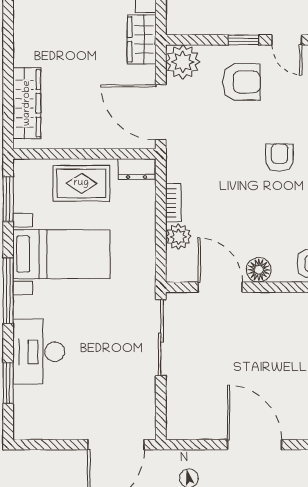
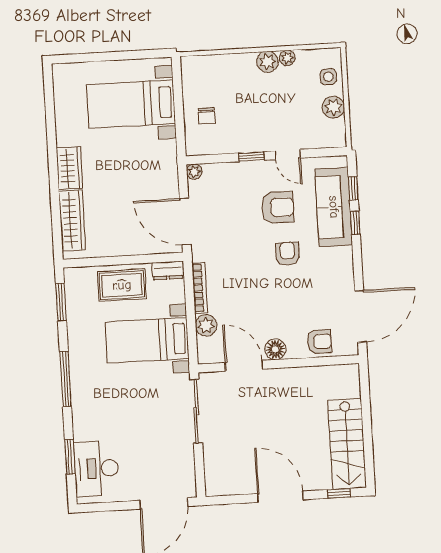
wardrobe: (142, 40) -> (69, 168), moved, turned 180
plant: (183, 62) -> (194, 172), width x0.53, depth x0.53
armchair: (241, 82) -> (278, 207), moved
bookcase: (173, 203) -> (200, 288), width x1.56
bed with nightstands: (61, 254) -> (147, 340), moved, turned 180
desk: (39, 352) -> (96, 468), moved

